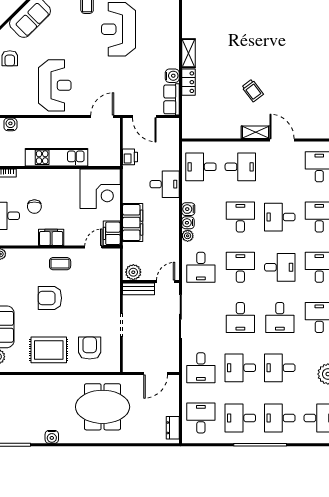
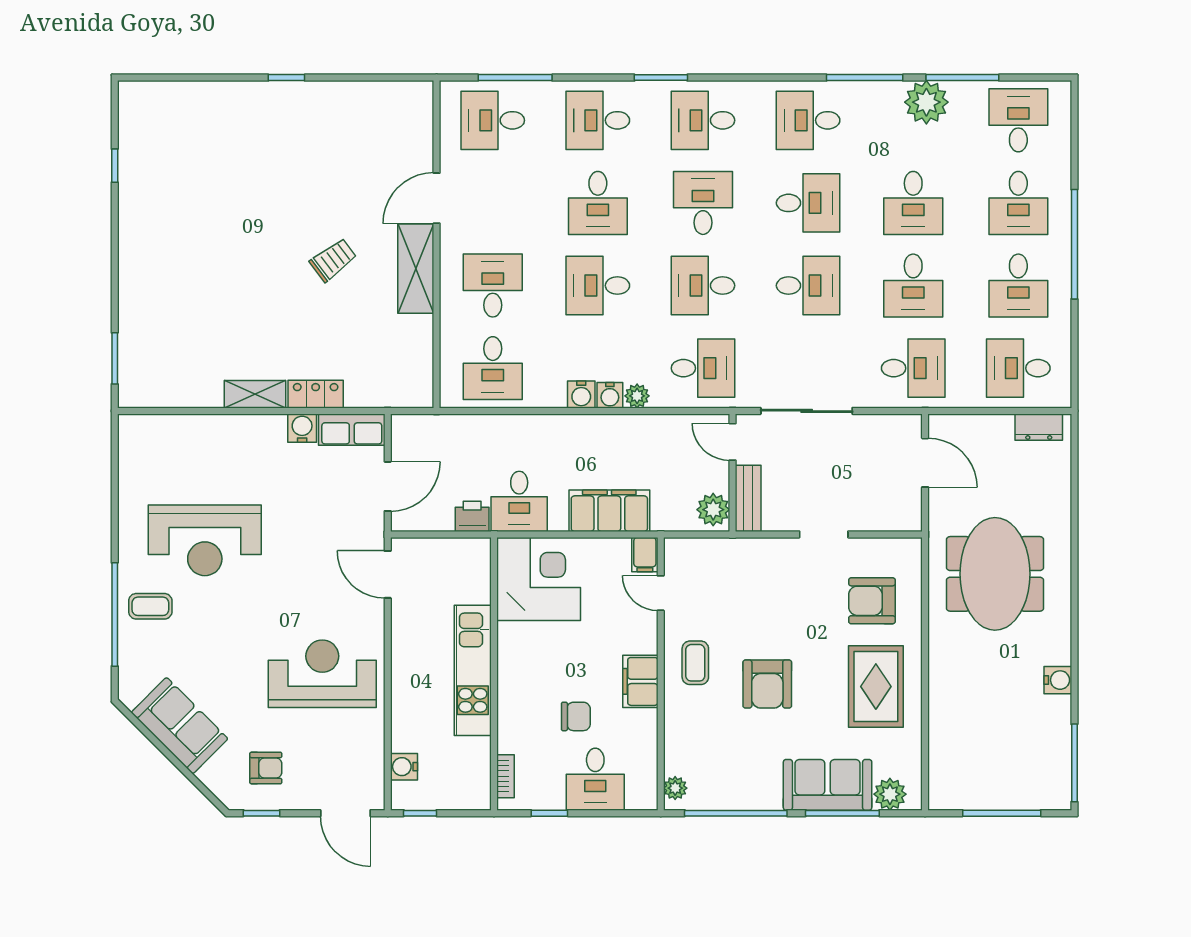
shelving: (256, 132) -> (416, 269), width x1.50, depth x1.33
desk: (165, 184) -> (519, 501), moved, turned 180
filing cabinet: (112, 233) -> (645, 555), width x0.50

